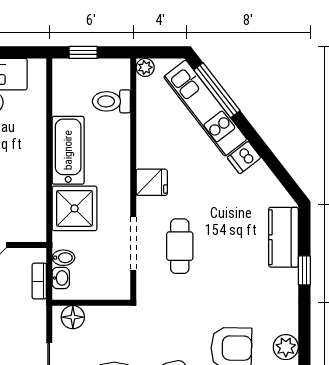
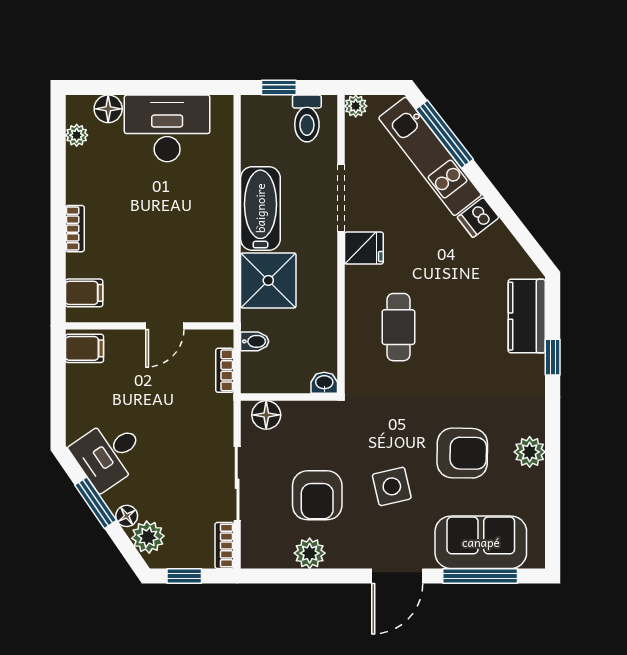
toilet: (111, 101) -> (307, 118), moved, turned -90
doorway: (133, 244) -> (341, 198), moved
washbasin: (61, 278) -> (324, 383), moved, turned -90

